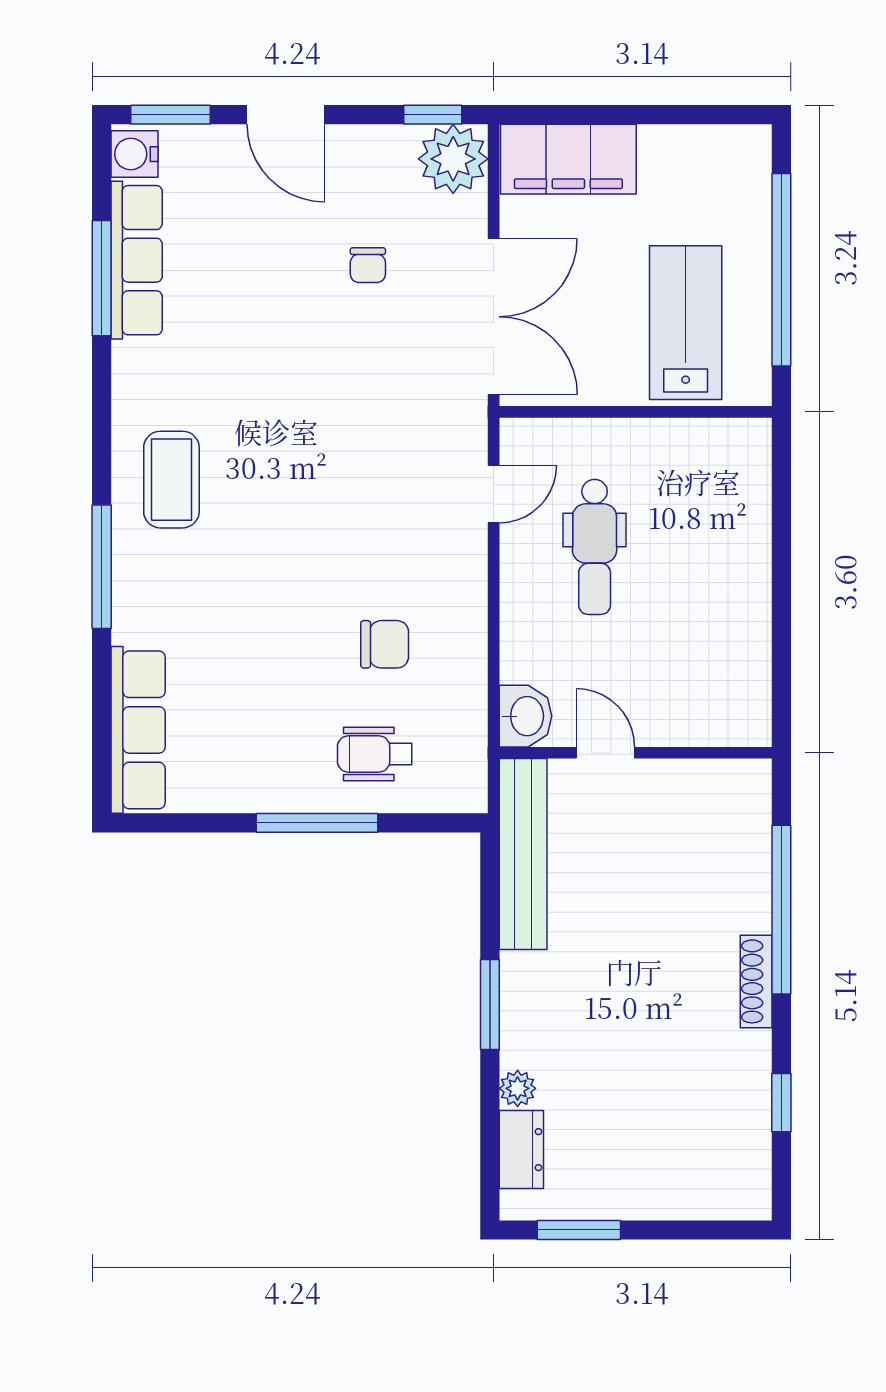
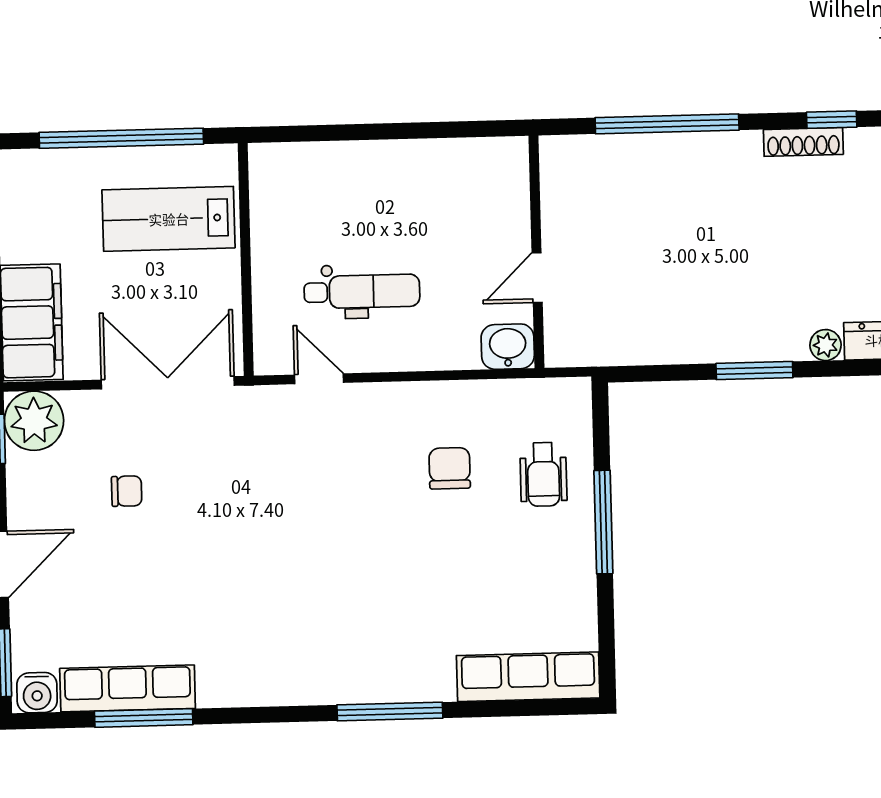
coffee table: (171, 480) -> (314, 654), removed
bench: (523, 854) -> (625, 346), removed
shoe rack: (756, 981) -> (803, 142), moved

